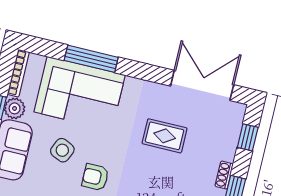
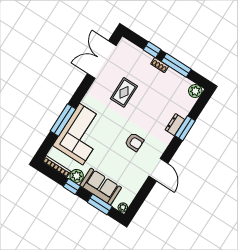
window: (248, 137) -> (152, 50), moved
side table: (62, 150) -> (111, 156), removed
armchair: (95, 177) -> (134, 142), turned -90

